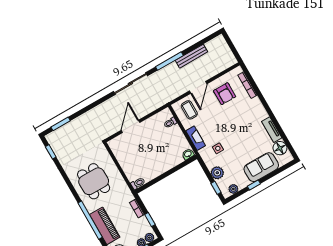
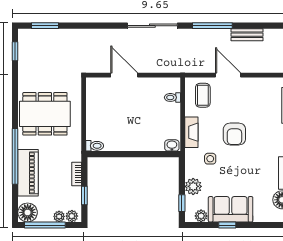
bench: (191, 56) -> (247, 35), width x0.73
door: (198, 87) -> (228, 75), swing flipped
armchair: (225, 94) -> (234, 134), moved
door: (131, 126) -> (124, 75), hinge flipped
sofa: (261, 167) -> (231, 209), moved
dining table: (94, 181) -> (45, 114), width x1.37

